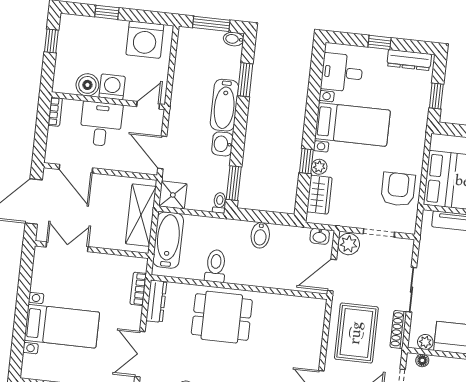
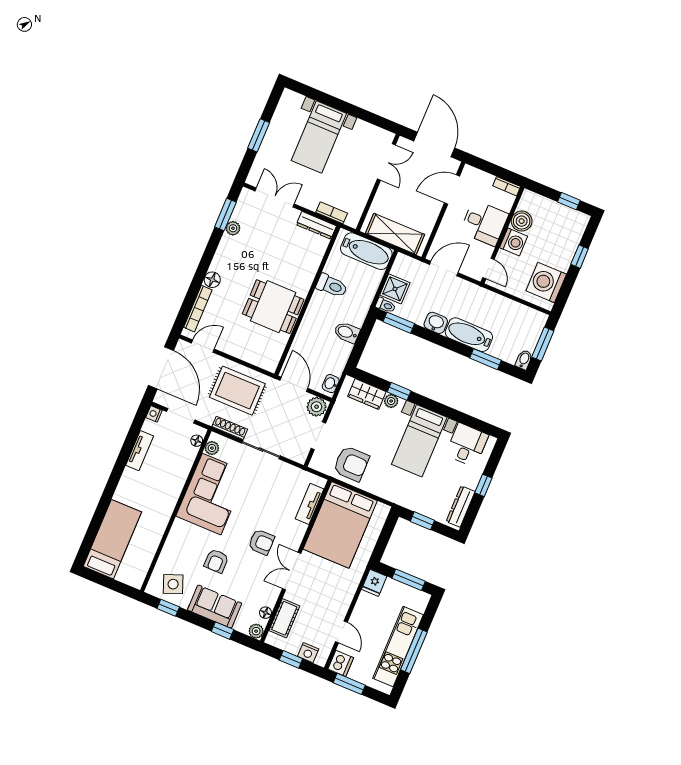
shower: (173, 195) -> (395, 289), moved
dining table: (222, 317) -> (273, 307), moved, turned 90

